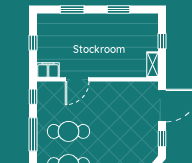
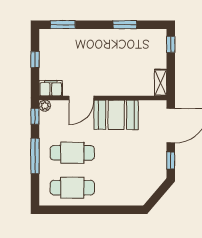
window: (72, 10) -> (63, 25), moved
window: (162, 41) -> (171, 44), moved
plant: (42, 87) -> (45, 106), added
booth: (110, 95) -> (116, 115), added

